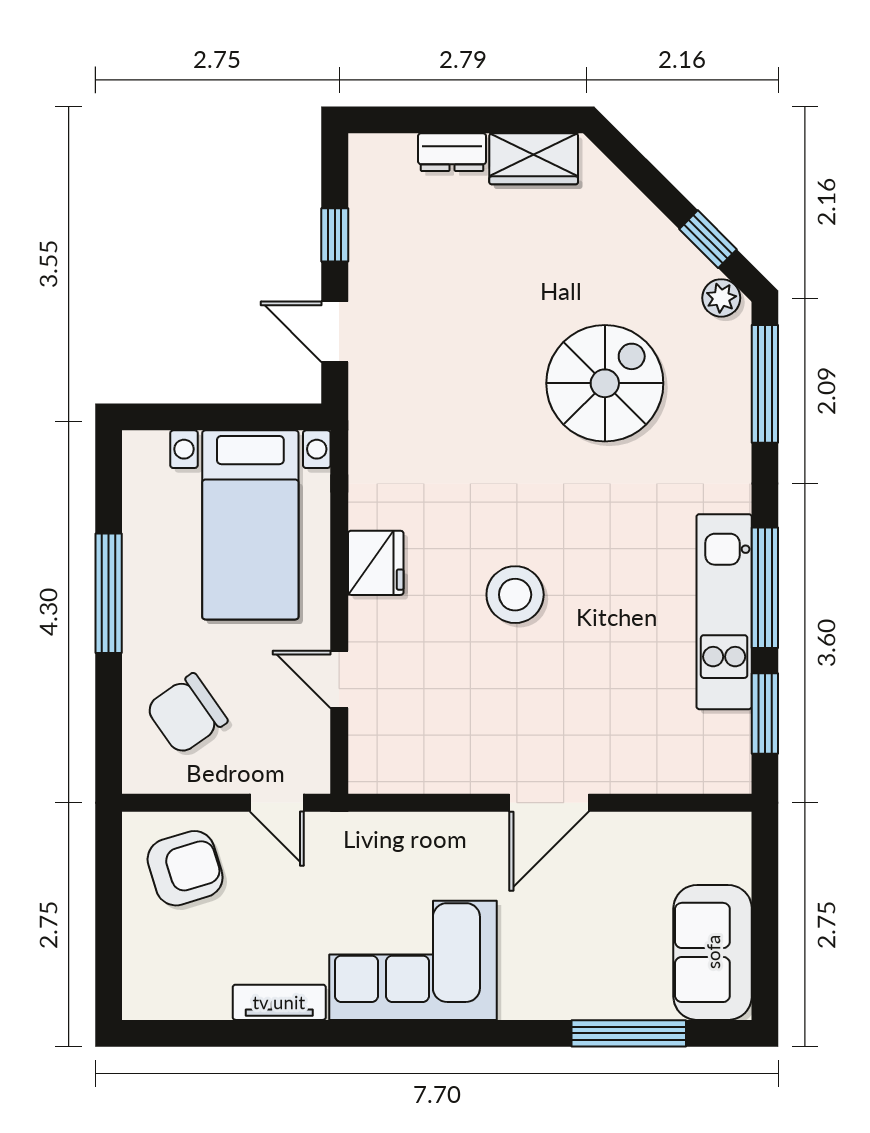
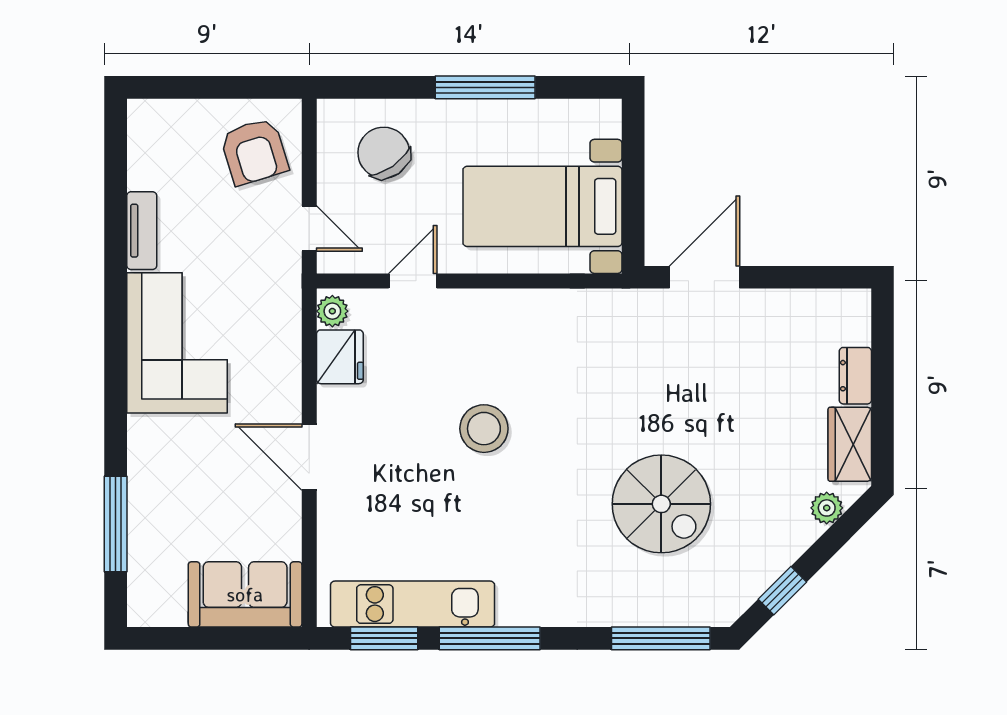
window: (335, 235) -> (786, 277), removed
plant: (721, 298) -> (827, 508), moved
door: (335, 332) -> (705, 277), width x1.38
fridge: (376, 563) -> (340, 357), moved, turned -90
kitchen unit: (724, 612) -> (413, 604), moved
plant: (375, 775) -> (332, 311), added
door: (277, 803) -> (309, 229), swing flipped
sofa: (713, 952) -> (245, 594), moved

